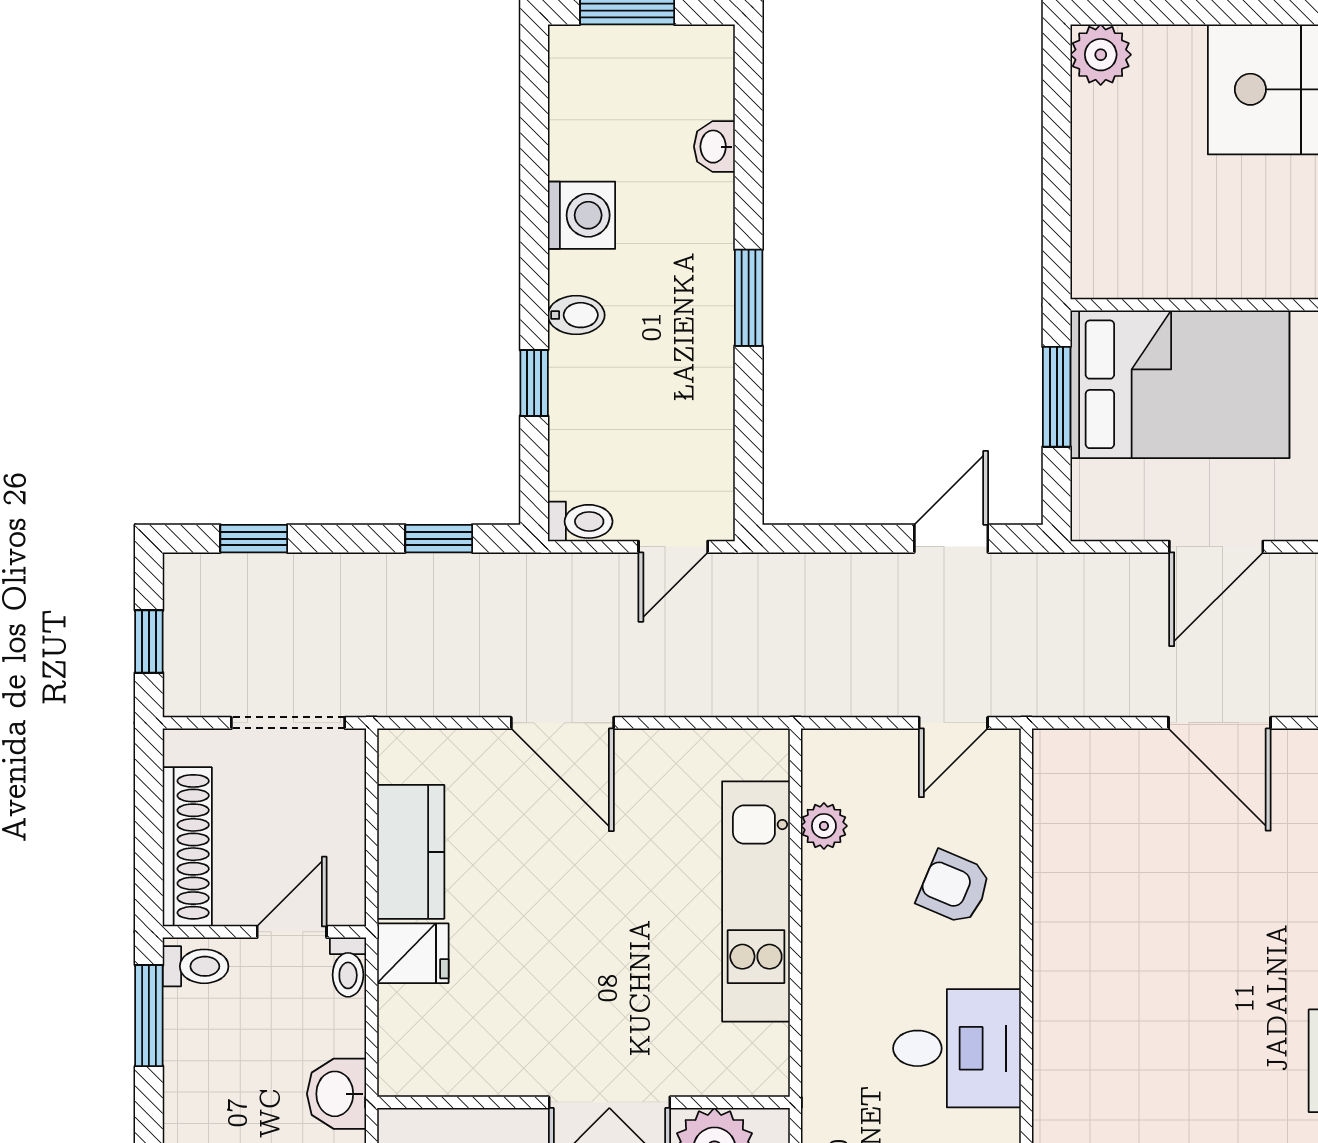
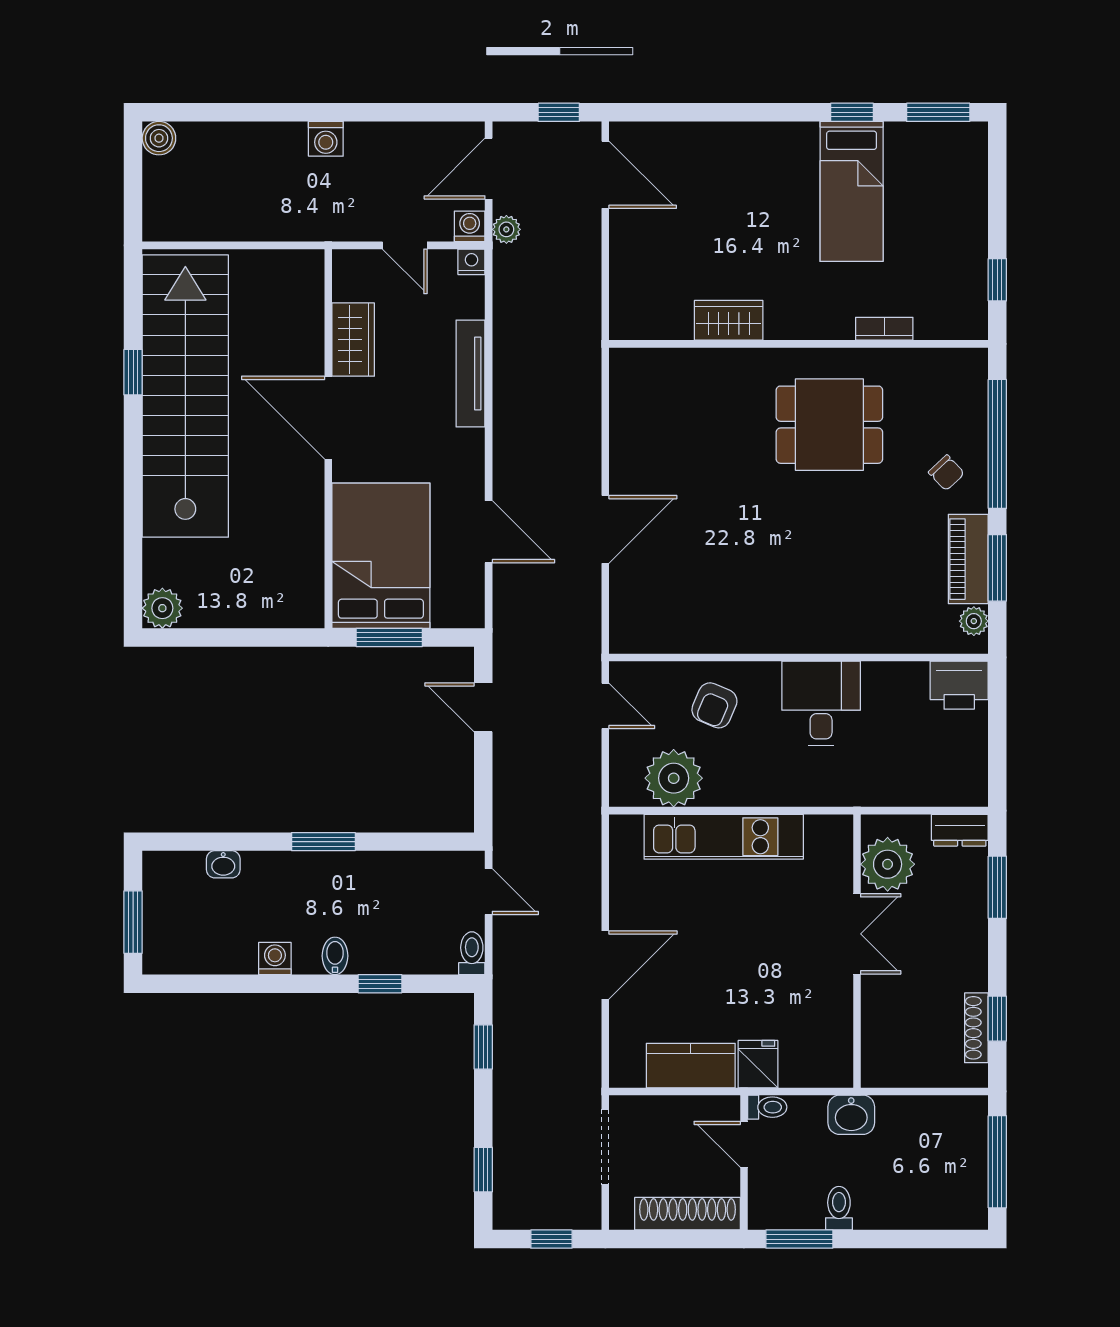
washing machine: (581, 215) -> (275, 959), width x0.73, depth x0.73
plant: (824, 826) -> (674, 778), width x1.87, depth x1.87
toilet: (196, 966) -> (839, 1208), moved

